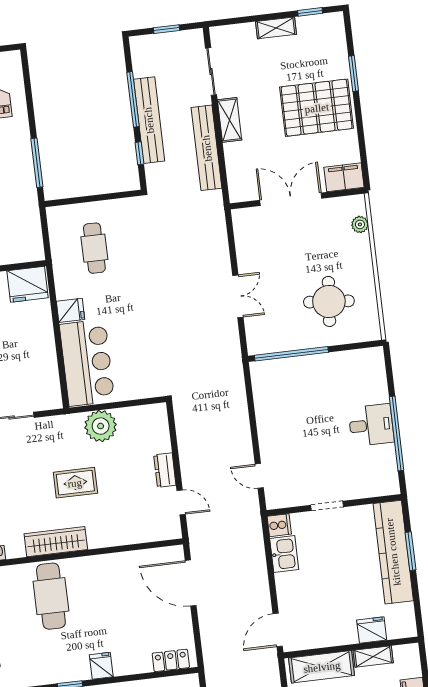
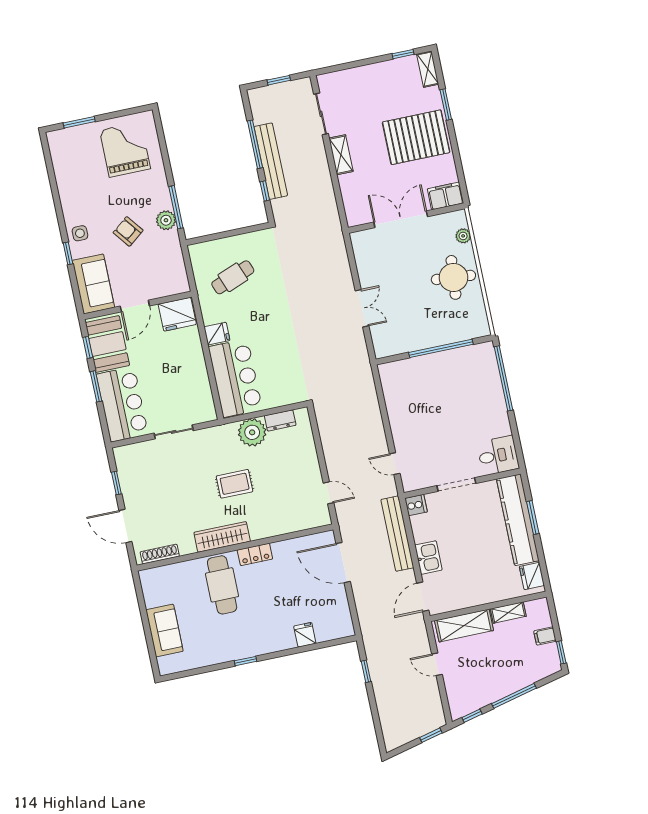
shelving: (276, 28) -> (428, 69), moved, turned 90
bench: (207, 148) -> (397, 534), moved
plant: (24, 177) -> (166, 220), added
cafe table: (94, 248) -> (233, 277), turned 69
round table: (329, 301) -> (453, 277), moved
window: (291, 354) -> (441, 348), moved
desk: (371, 425) -> (498, 455), moved
window: (396, 433) -> (503, 378), moved
dresser: (165, 470) -> (280, 420), moved, turned -90
doorway: (327, 506) -> (456, 485), width x1.38
kitchen sink: (284, 554) -> (428, 558), moved
fridge: (372, 630) -> (532, 576), moved, turned -90
locker: (171, 660) -> (255, 554), moved, turned 180
fridge: (101, 666) -> (305, 635), moved

